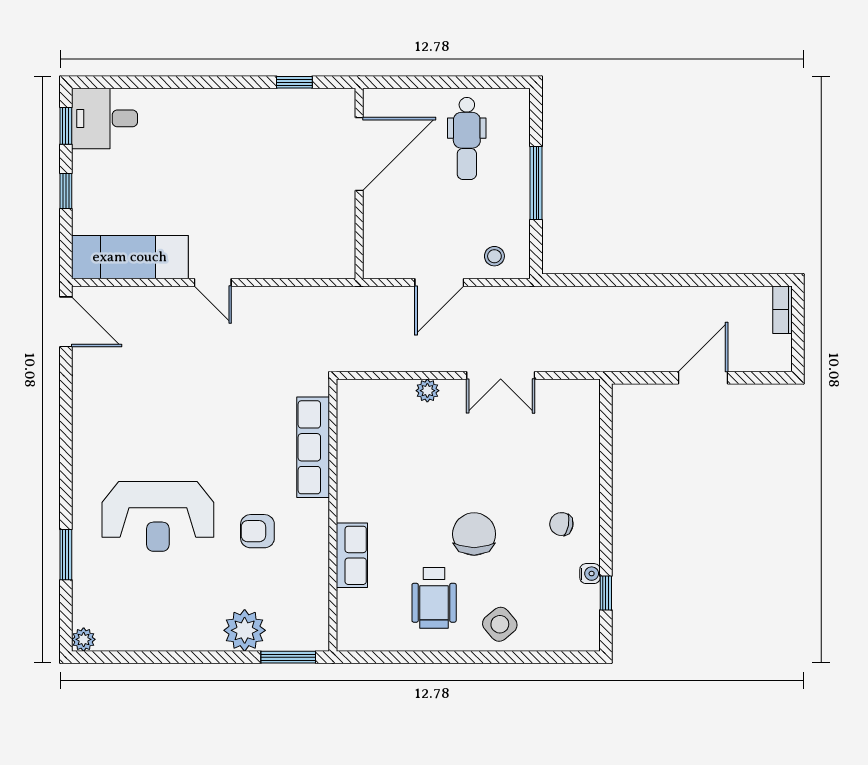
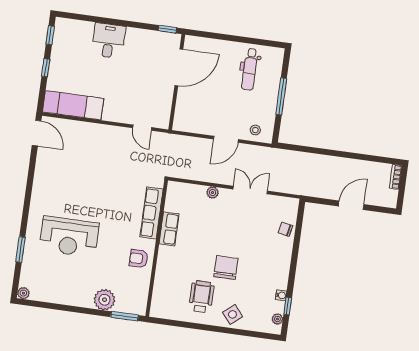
desk: (105, 118) -> (109, 41), moved, turned 90
door: (359, 154) -> (179, 67), moved
wall: (359, 183) -> (177, 82), moved
door: (213, 282) -> (142, 128), moved
double door: (501, 375) -> (250, 190), swing flipped
chair: (561, 524) -> (285, 229), moved
armchair: (257, 531) -> (139, 259), moved
row of seats: (352, 555) -> (169, 229), moved
wheelchair: (434, 598) -> (201, 297), turned 180
plant: (589, 621) -> (277, 319), added

